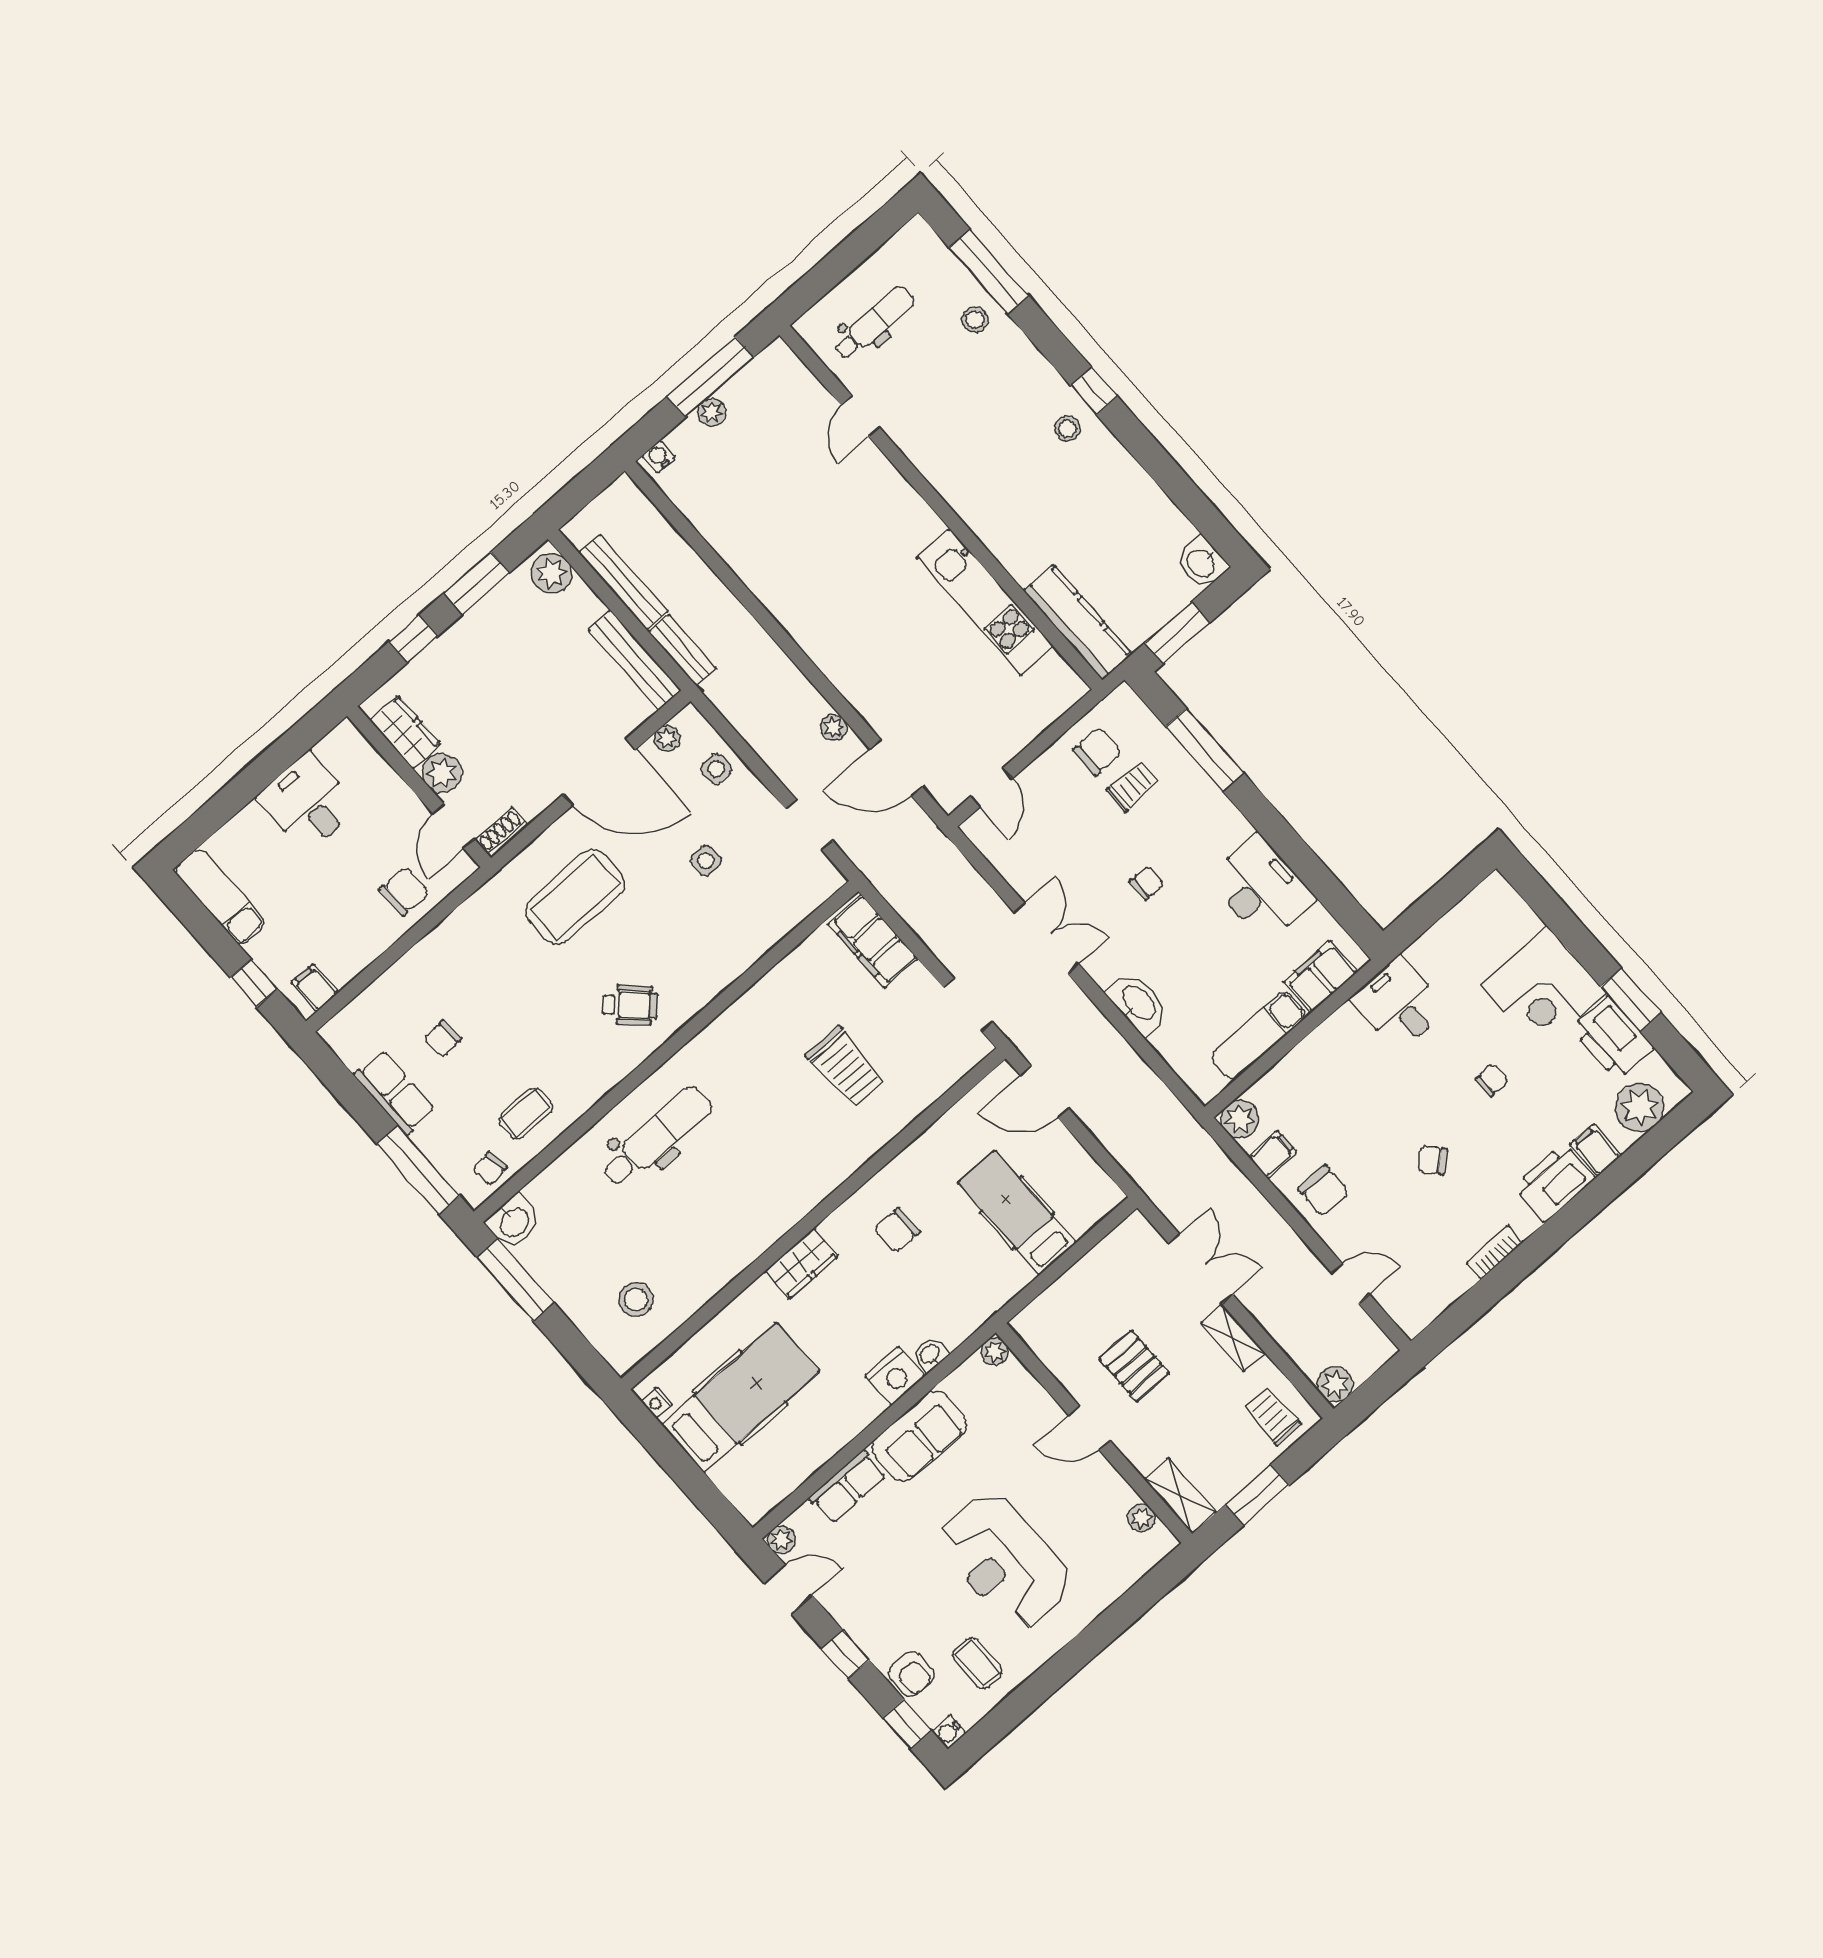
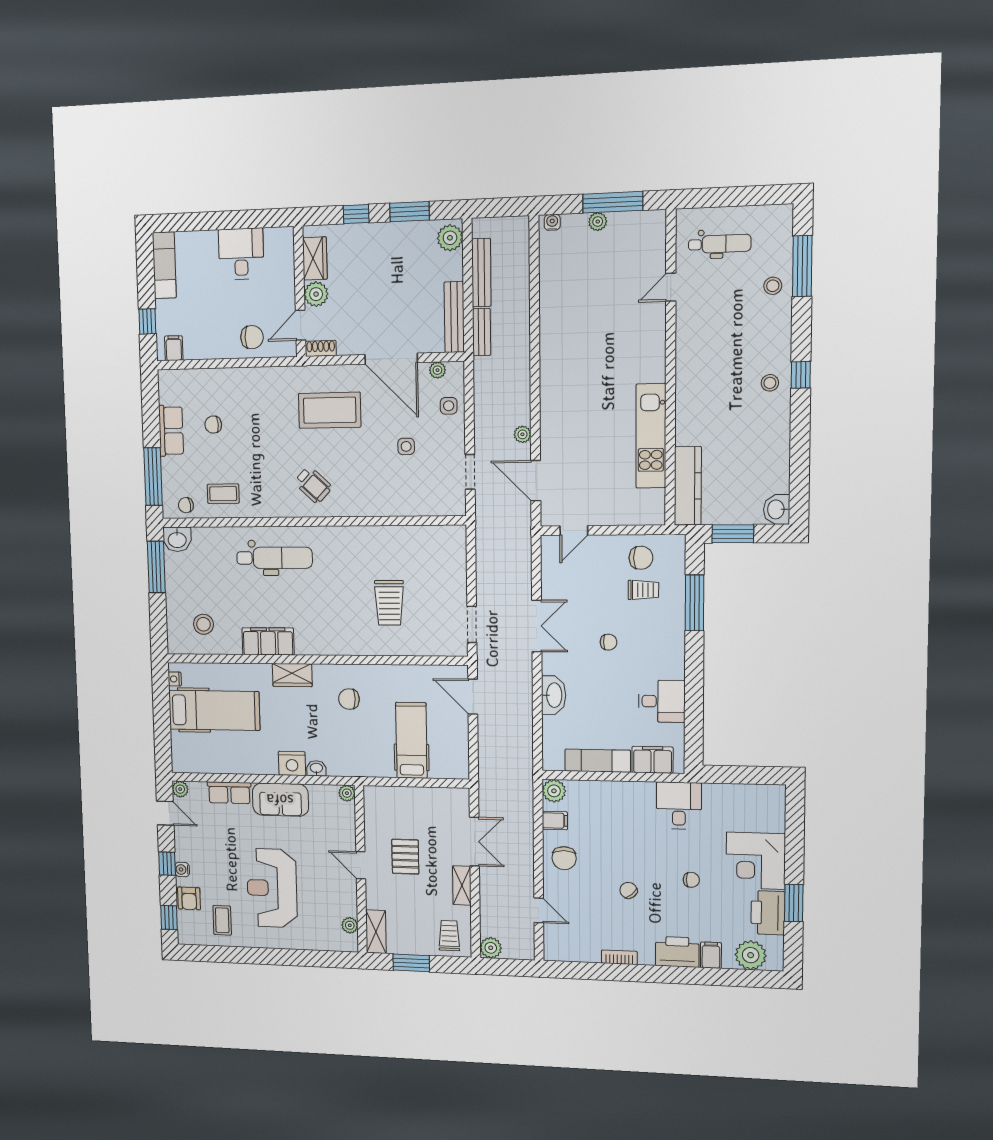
desk: (1261, 889) -> (662, 701), width x0.73
filing cabinet: (873, 941) -> (268, 641), moved, turned 90
water cooler: (949, 1732) -> (182, 870), moved

